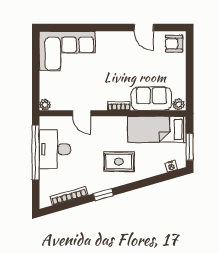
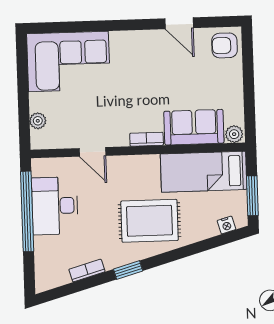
plant: (45, 105) -> (38, 121), moved
rug: (119, 162) -> (149, 221), width x1.36, depth x1.43
bookcase: (69, 196) -> (87, 271), width x0.64

